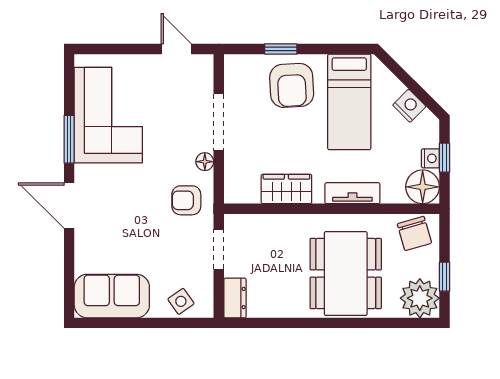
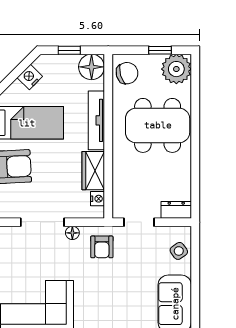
nightstand: (430, 158) -> (98, 199), moved, turned 90
tv unit: (352, 193) -> (96, 120), width x1.41

